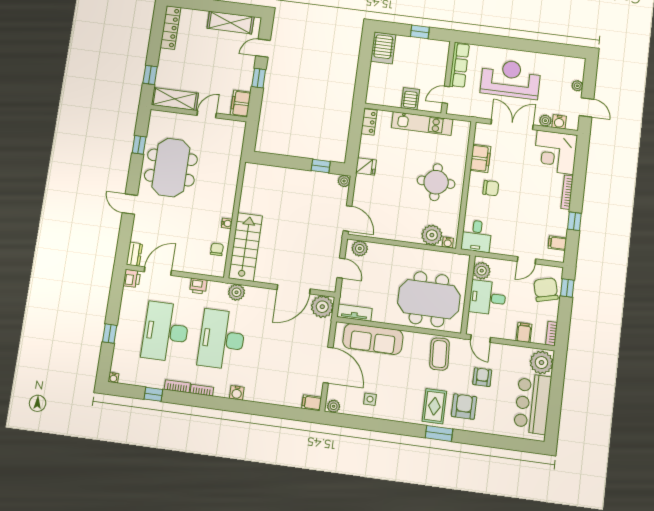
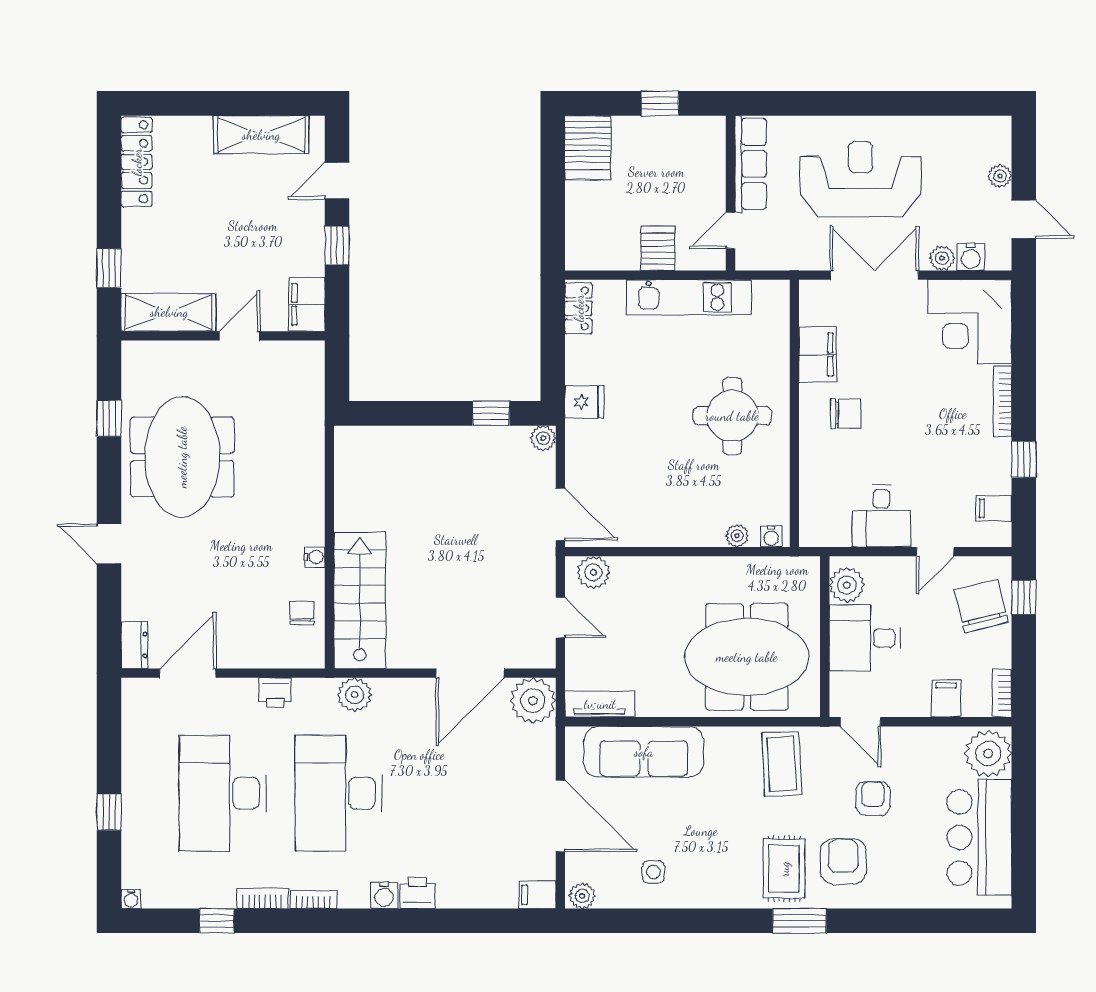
plant: (432, 235) -> (737, 536), width x0.53, depth x0.53
desk: (476, 236) -> (881, 516), moved
printer: (132, 278) -> (417, 893), moved, turned -90

